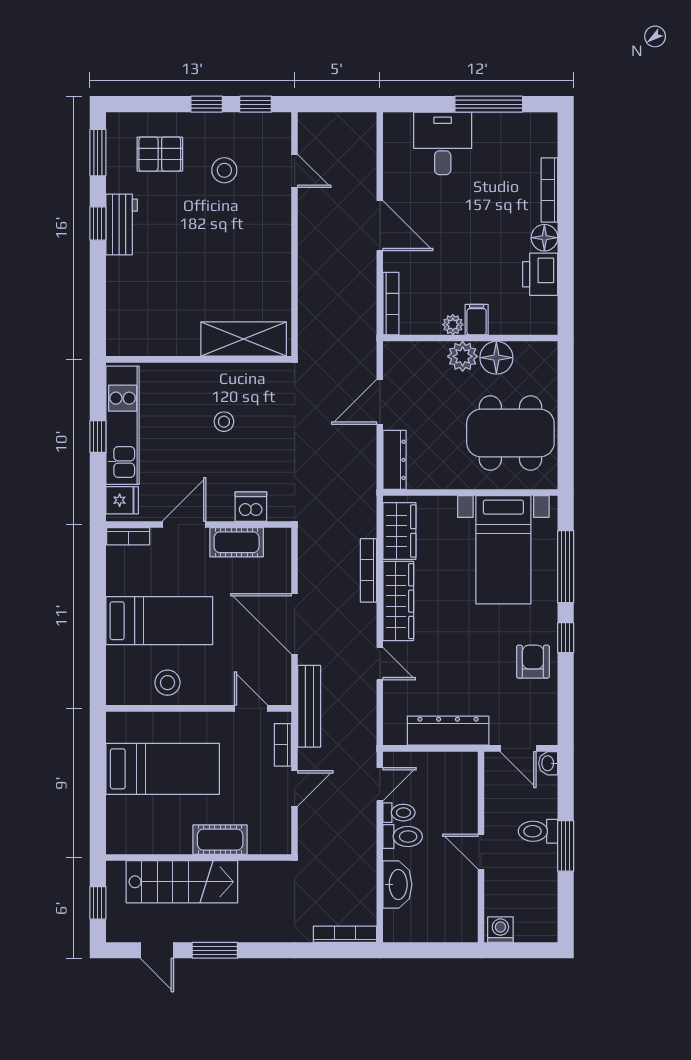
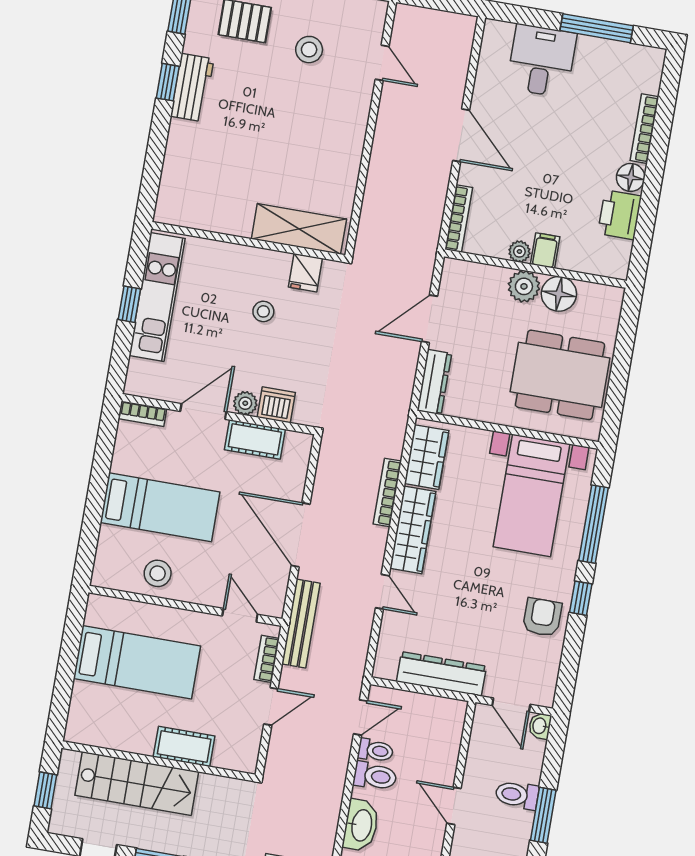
fridge: (122, 500) -> (305, 273), moved, turned 90
plant: (222, 510) -> (245, 403), added

